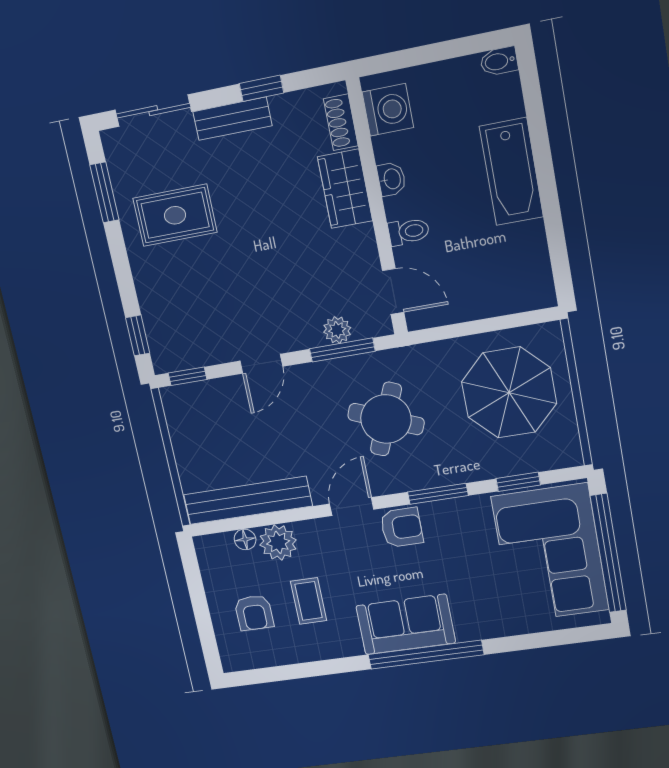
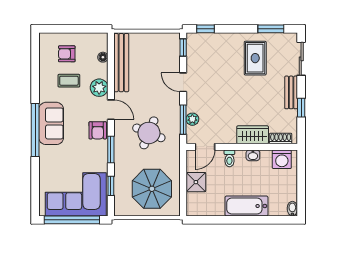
shower: (477, 298) -> (196, 182), added
plant: (278, 542) -> (99, 88), moved

